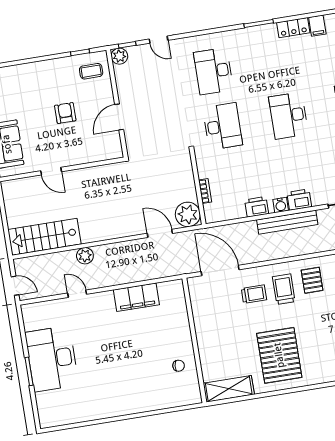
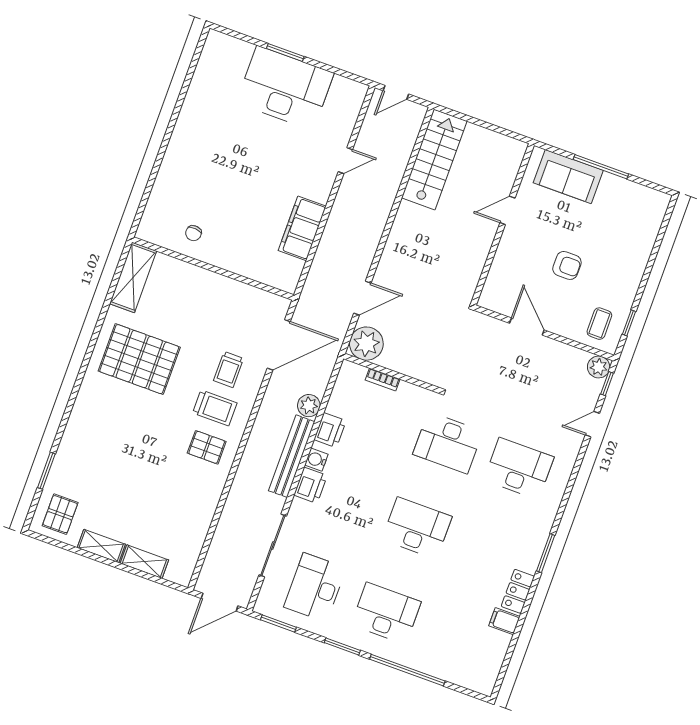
plant: (85, 256) -> (309, 406), moved

